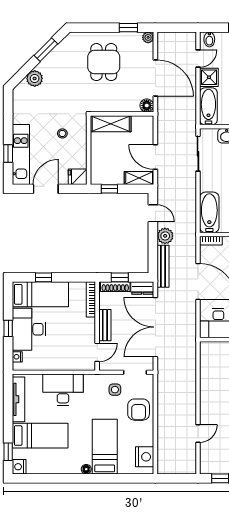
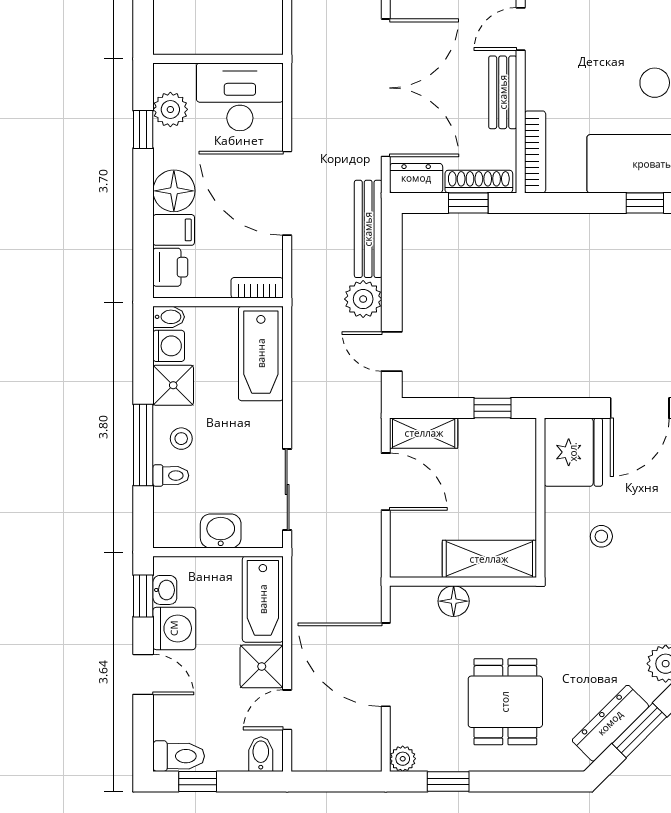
dresser: (58, 53) -> (610, 723), added
floor lamp: (147, 106) -> (454, 601), moved
fridge: (78, 177) -> (573, 452), width x1.88, depth x1.34

